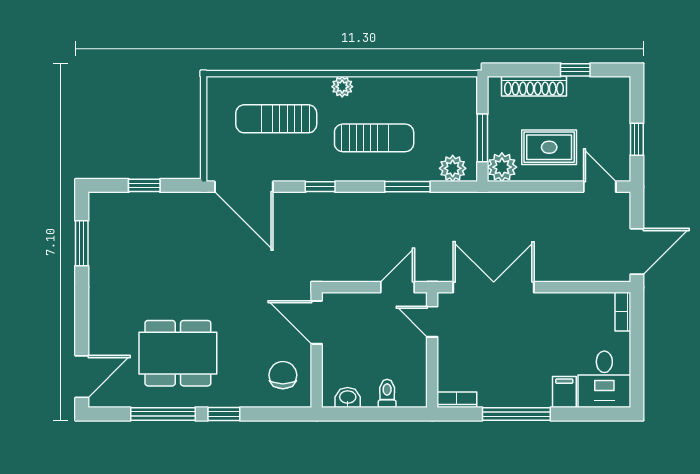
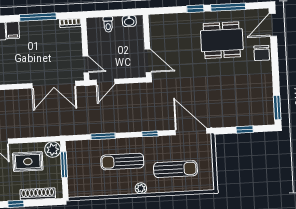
plant: (453, 168) -> (79, 147), removed
window: (82, 243) -> (277, 108), moved
chair: (283, 375) -> (262, 53), moved

